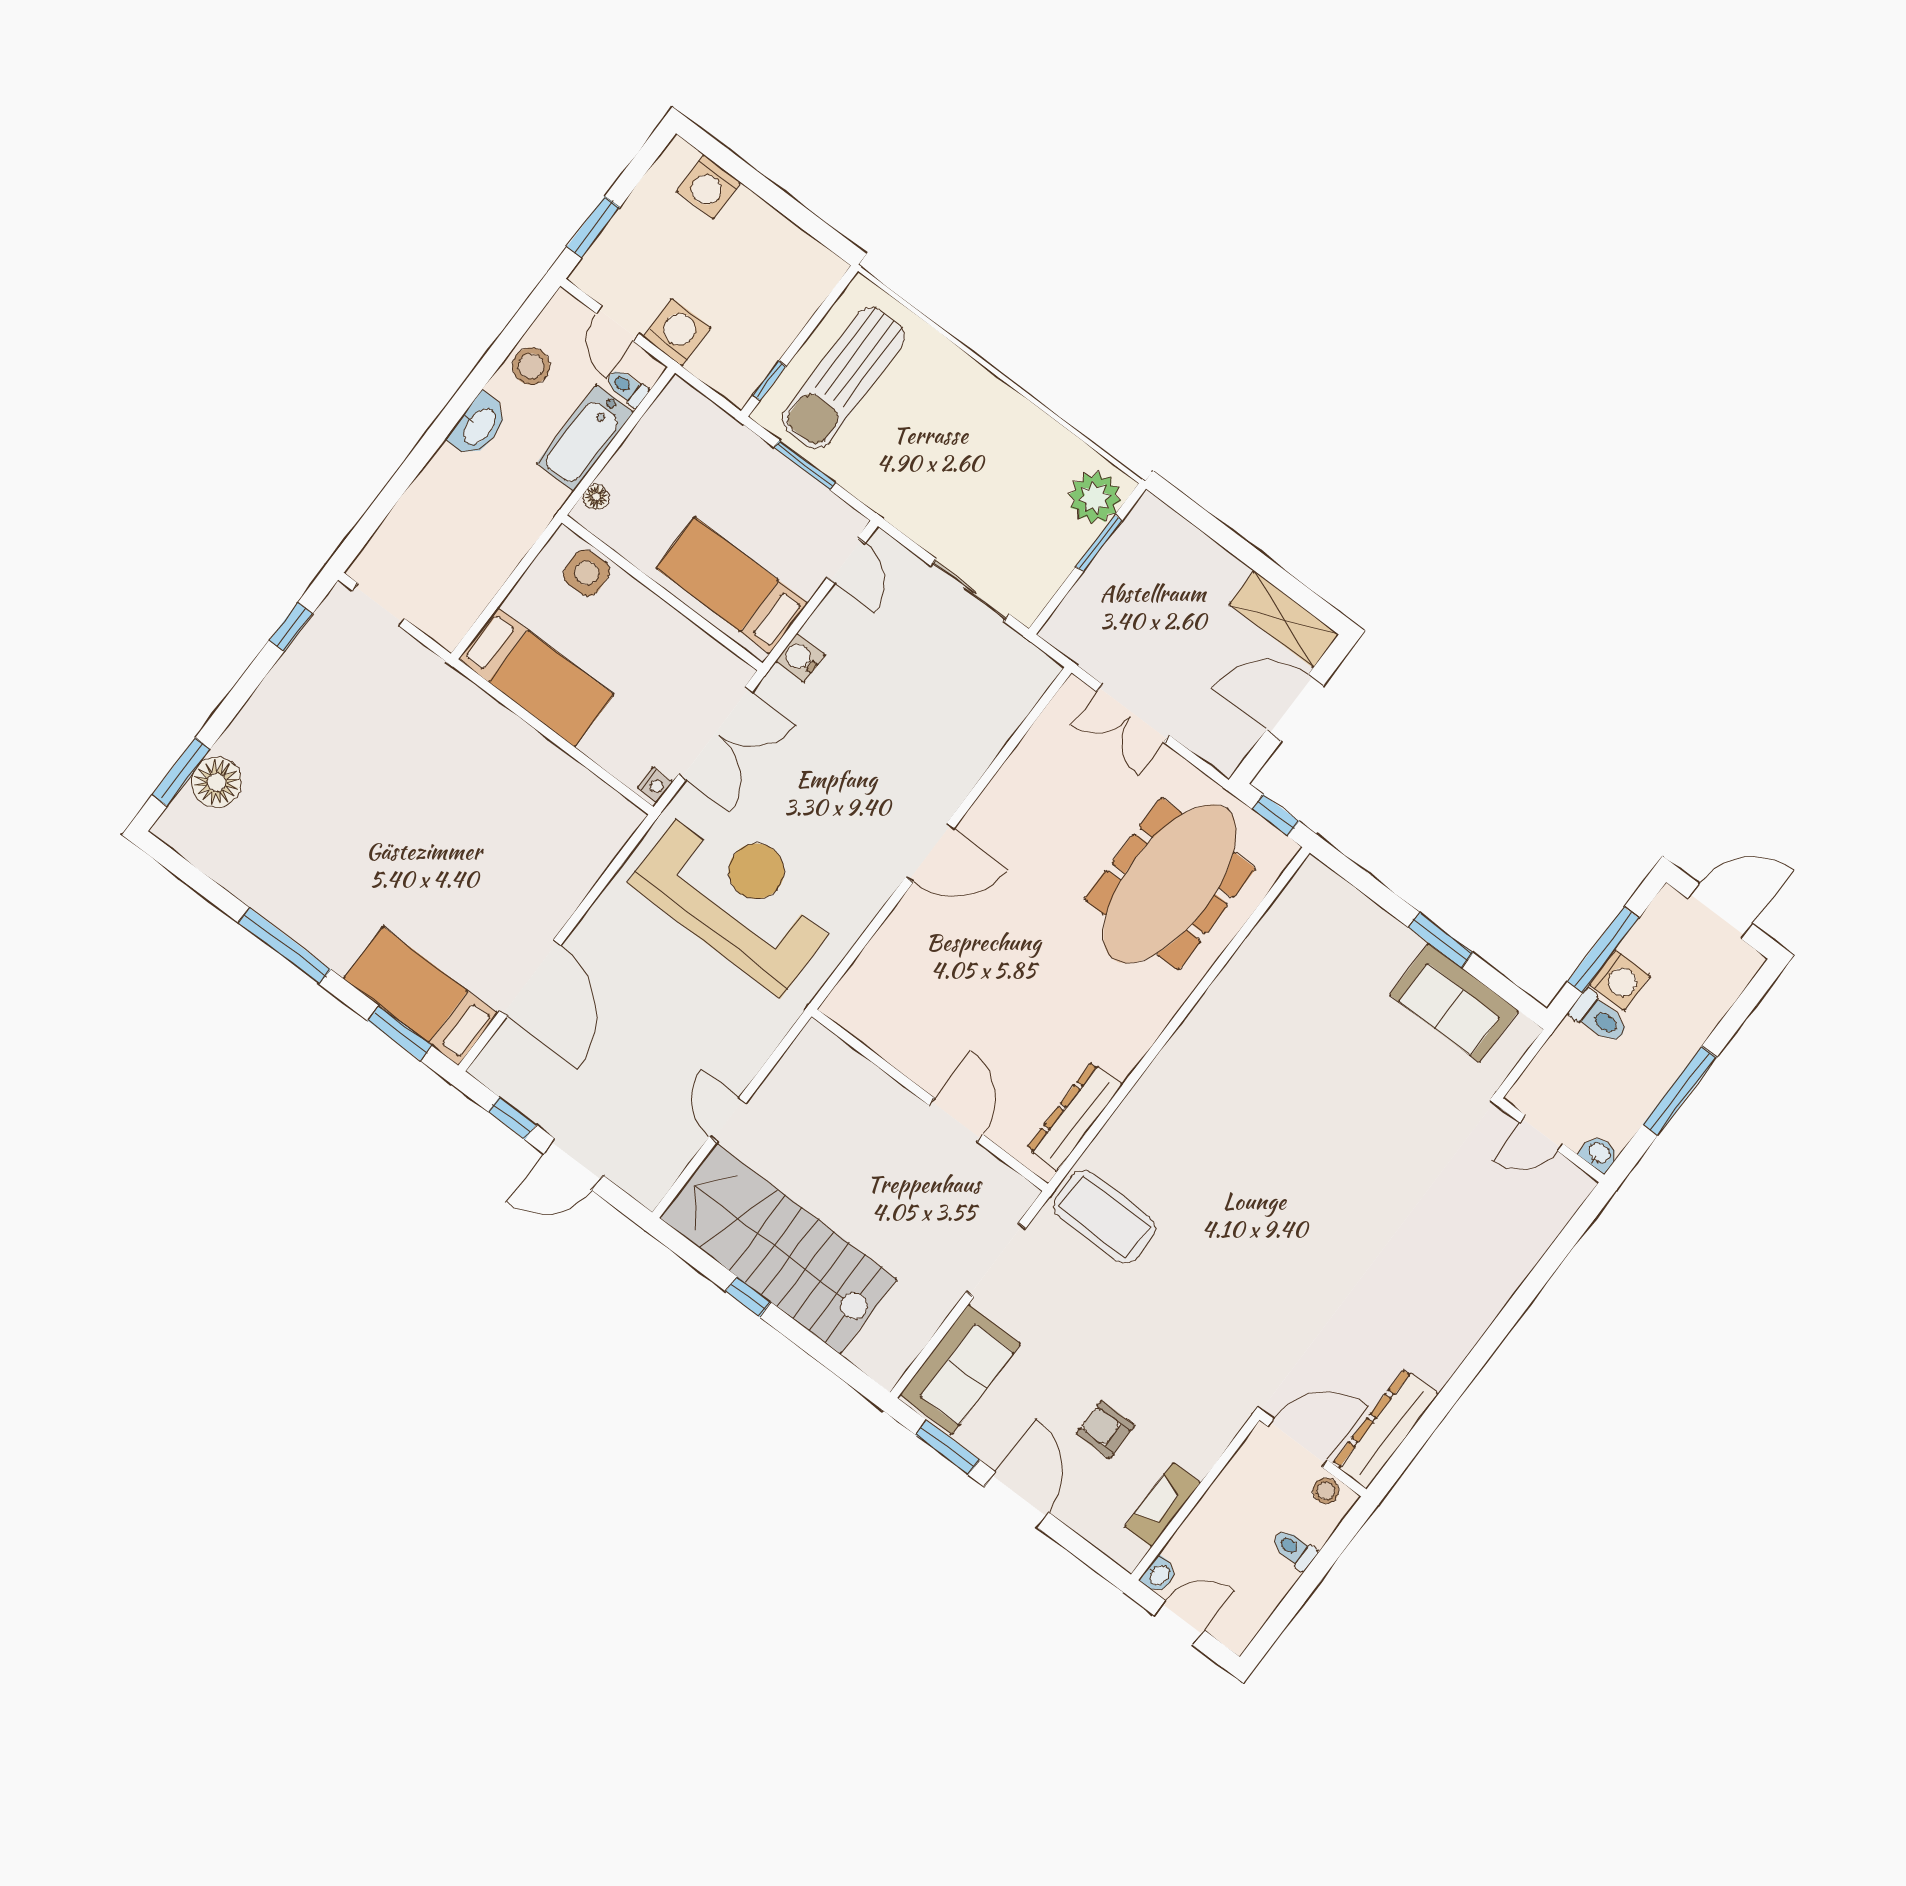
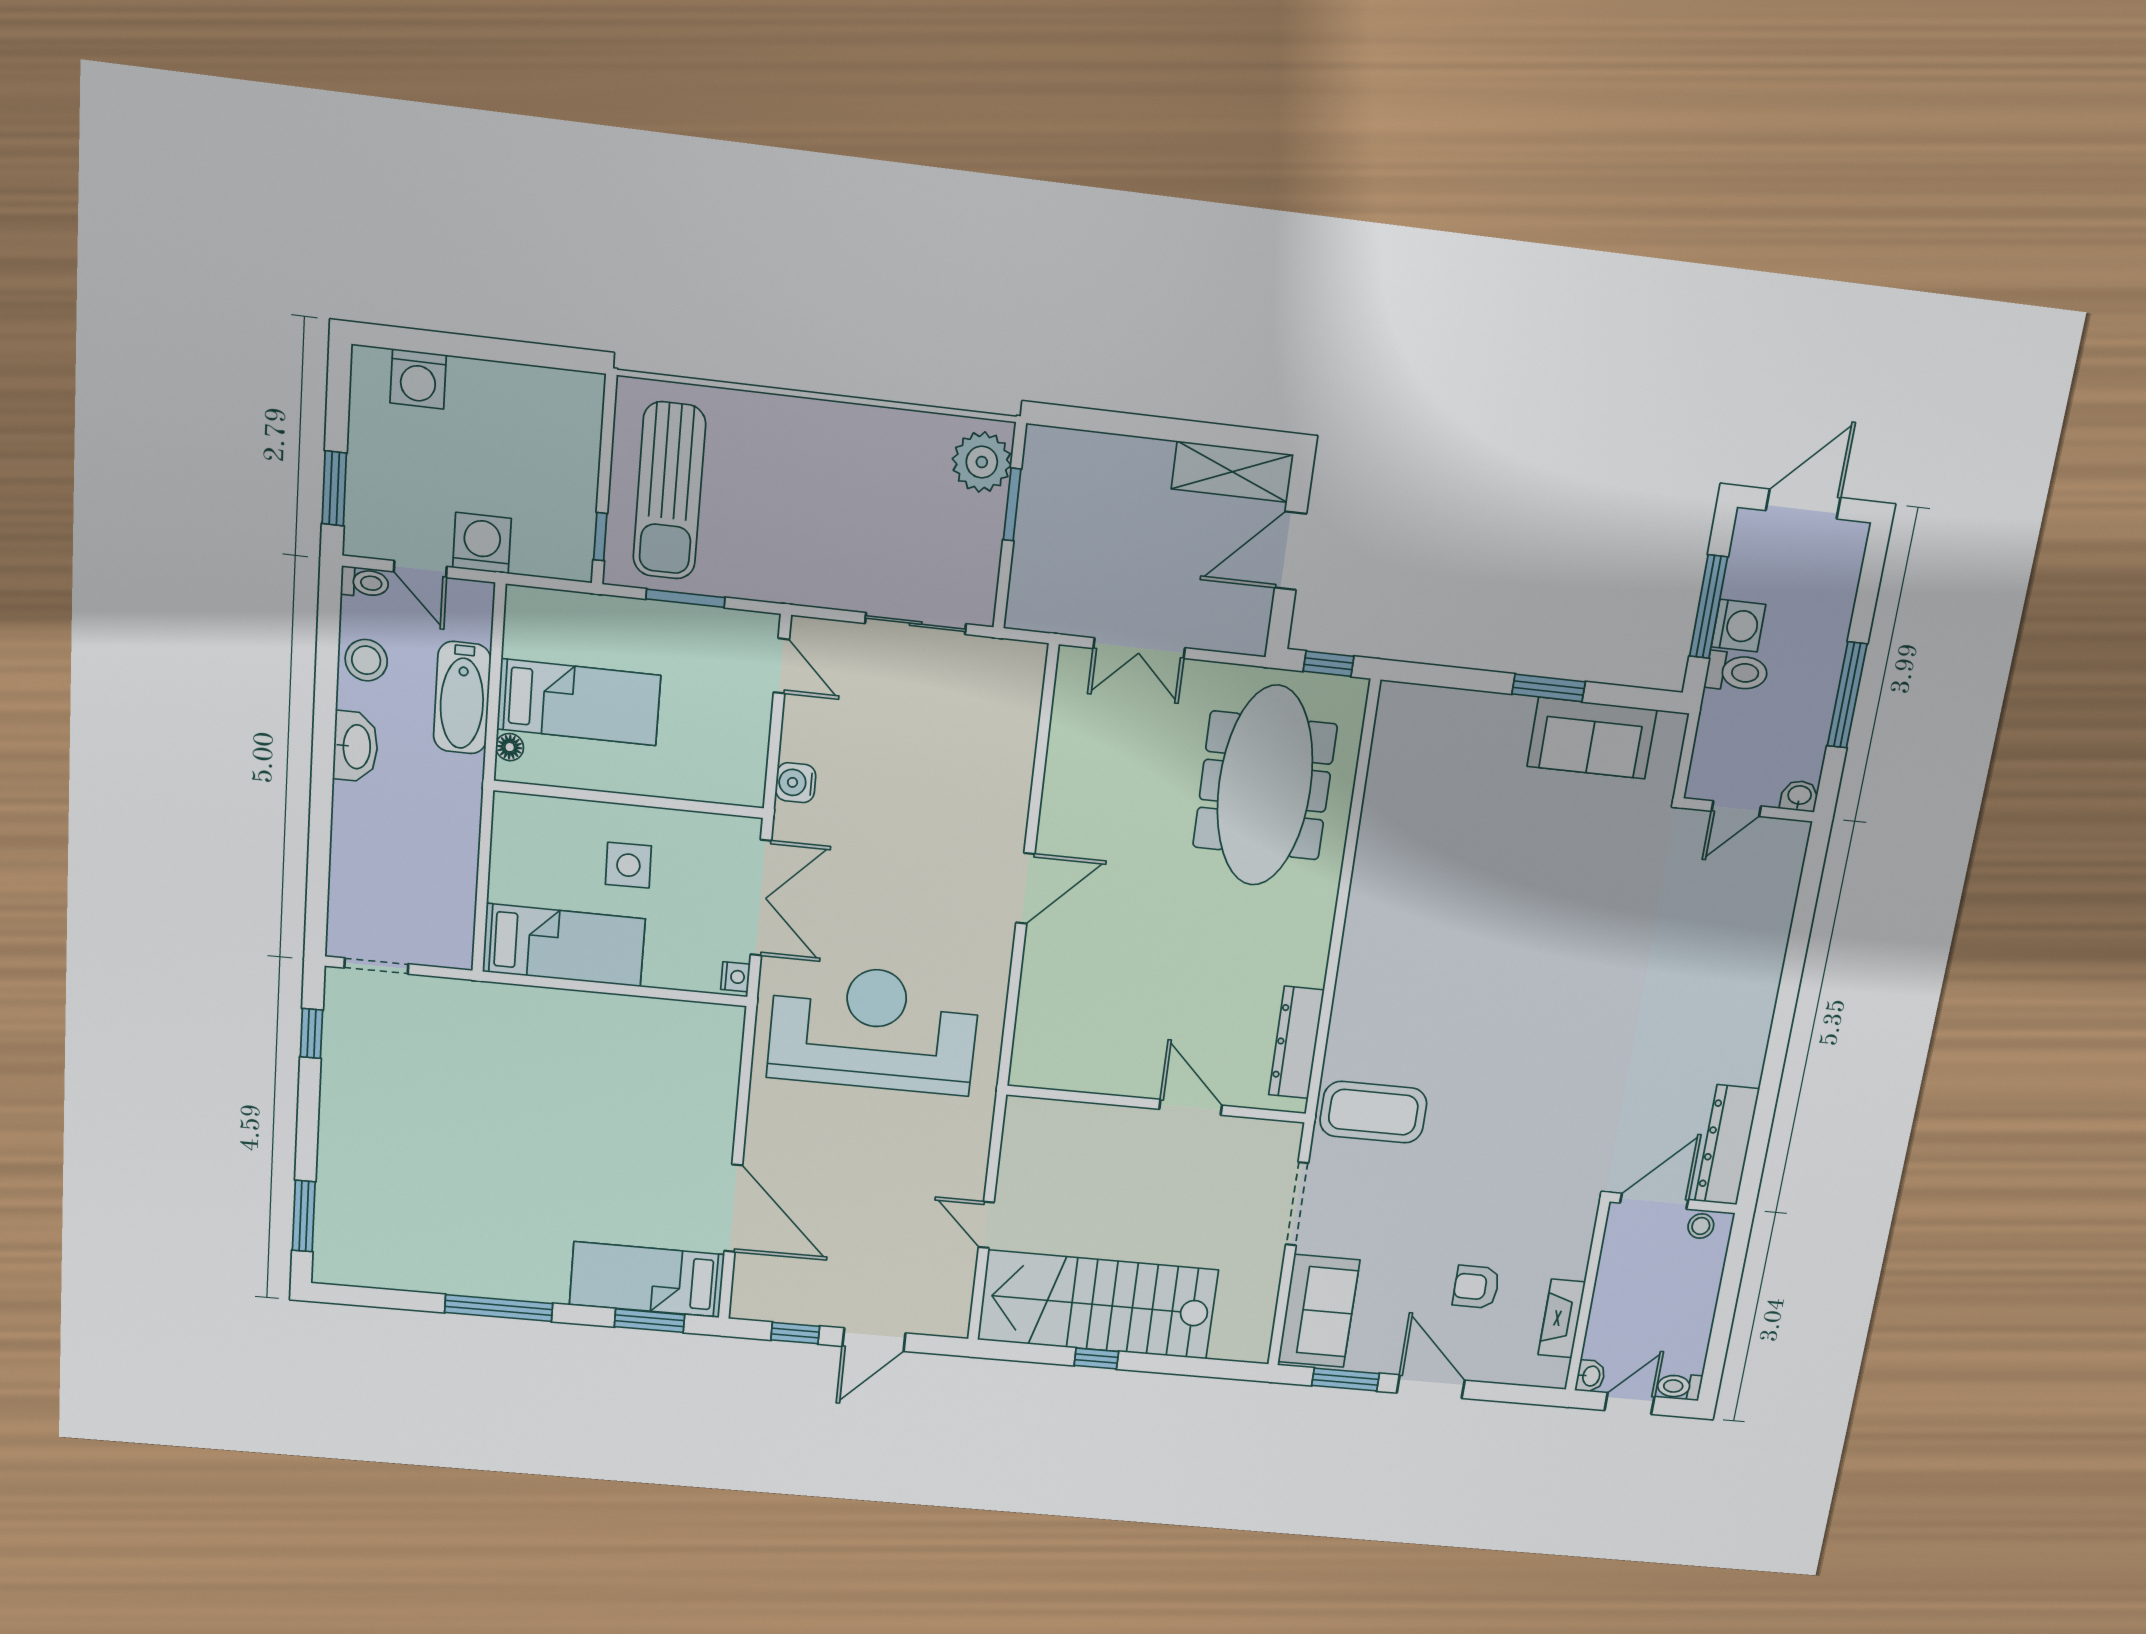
toilet: (627, 387) -> (365, 582), moved, turned 180
side table: (587, 573) -> (628, 865), moved
bed: (732, 585) -> (579, 702), moved, turned 180
floor lamp: (216, 782) -> (341, 1207), removed
toilet: (1294, 1549) -> (1679, 1387), moved

